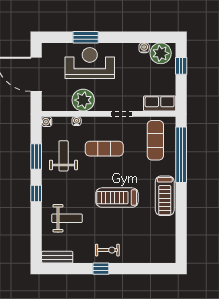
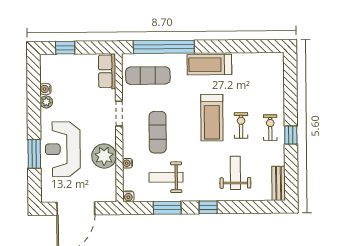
plant: (161, 53) -> (46, 102), moved, width x0.53, depth x0.53
treadmill: (165, 196) -> (209, 65), turned 180
exercise bike: (110, 224) -> (241, 125), added

